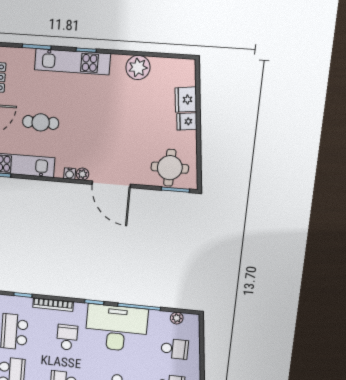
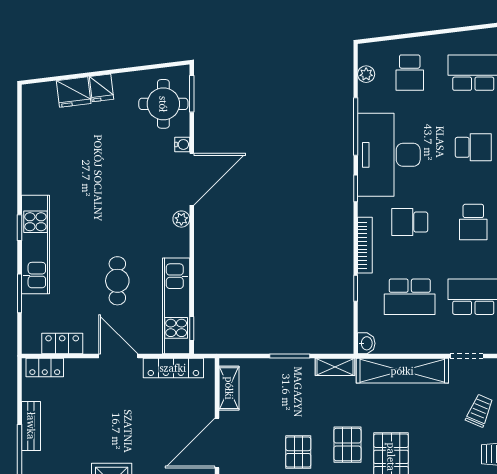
plant: (138, 67) -> (37, 158), removed
water cooler: (70, 174) -> (182, 144), moved
school desk: (175, 349) -> (410, 73), turned 180

